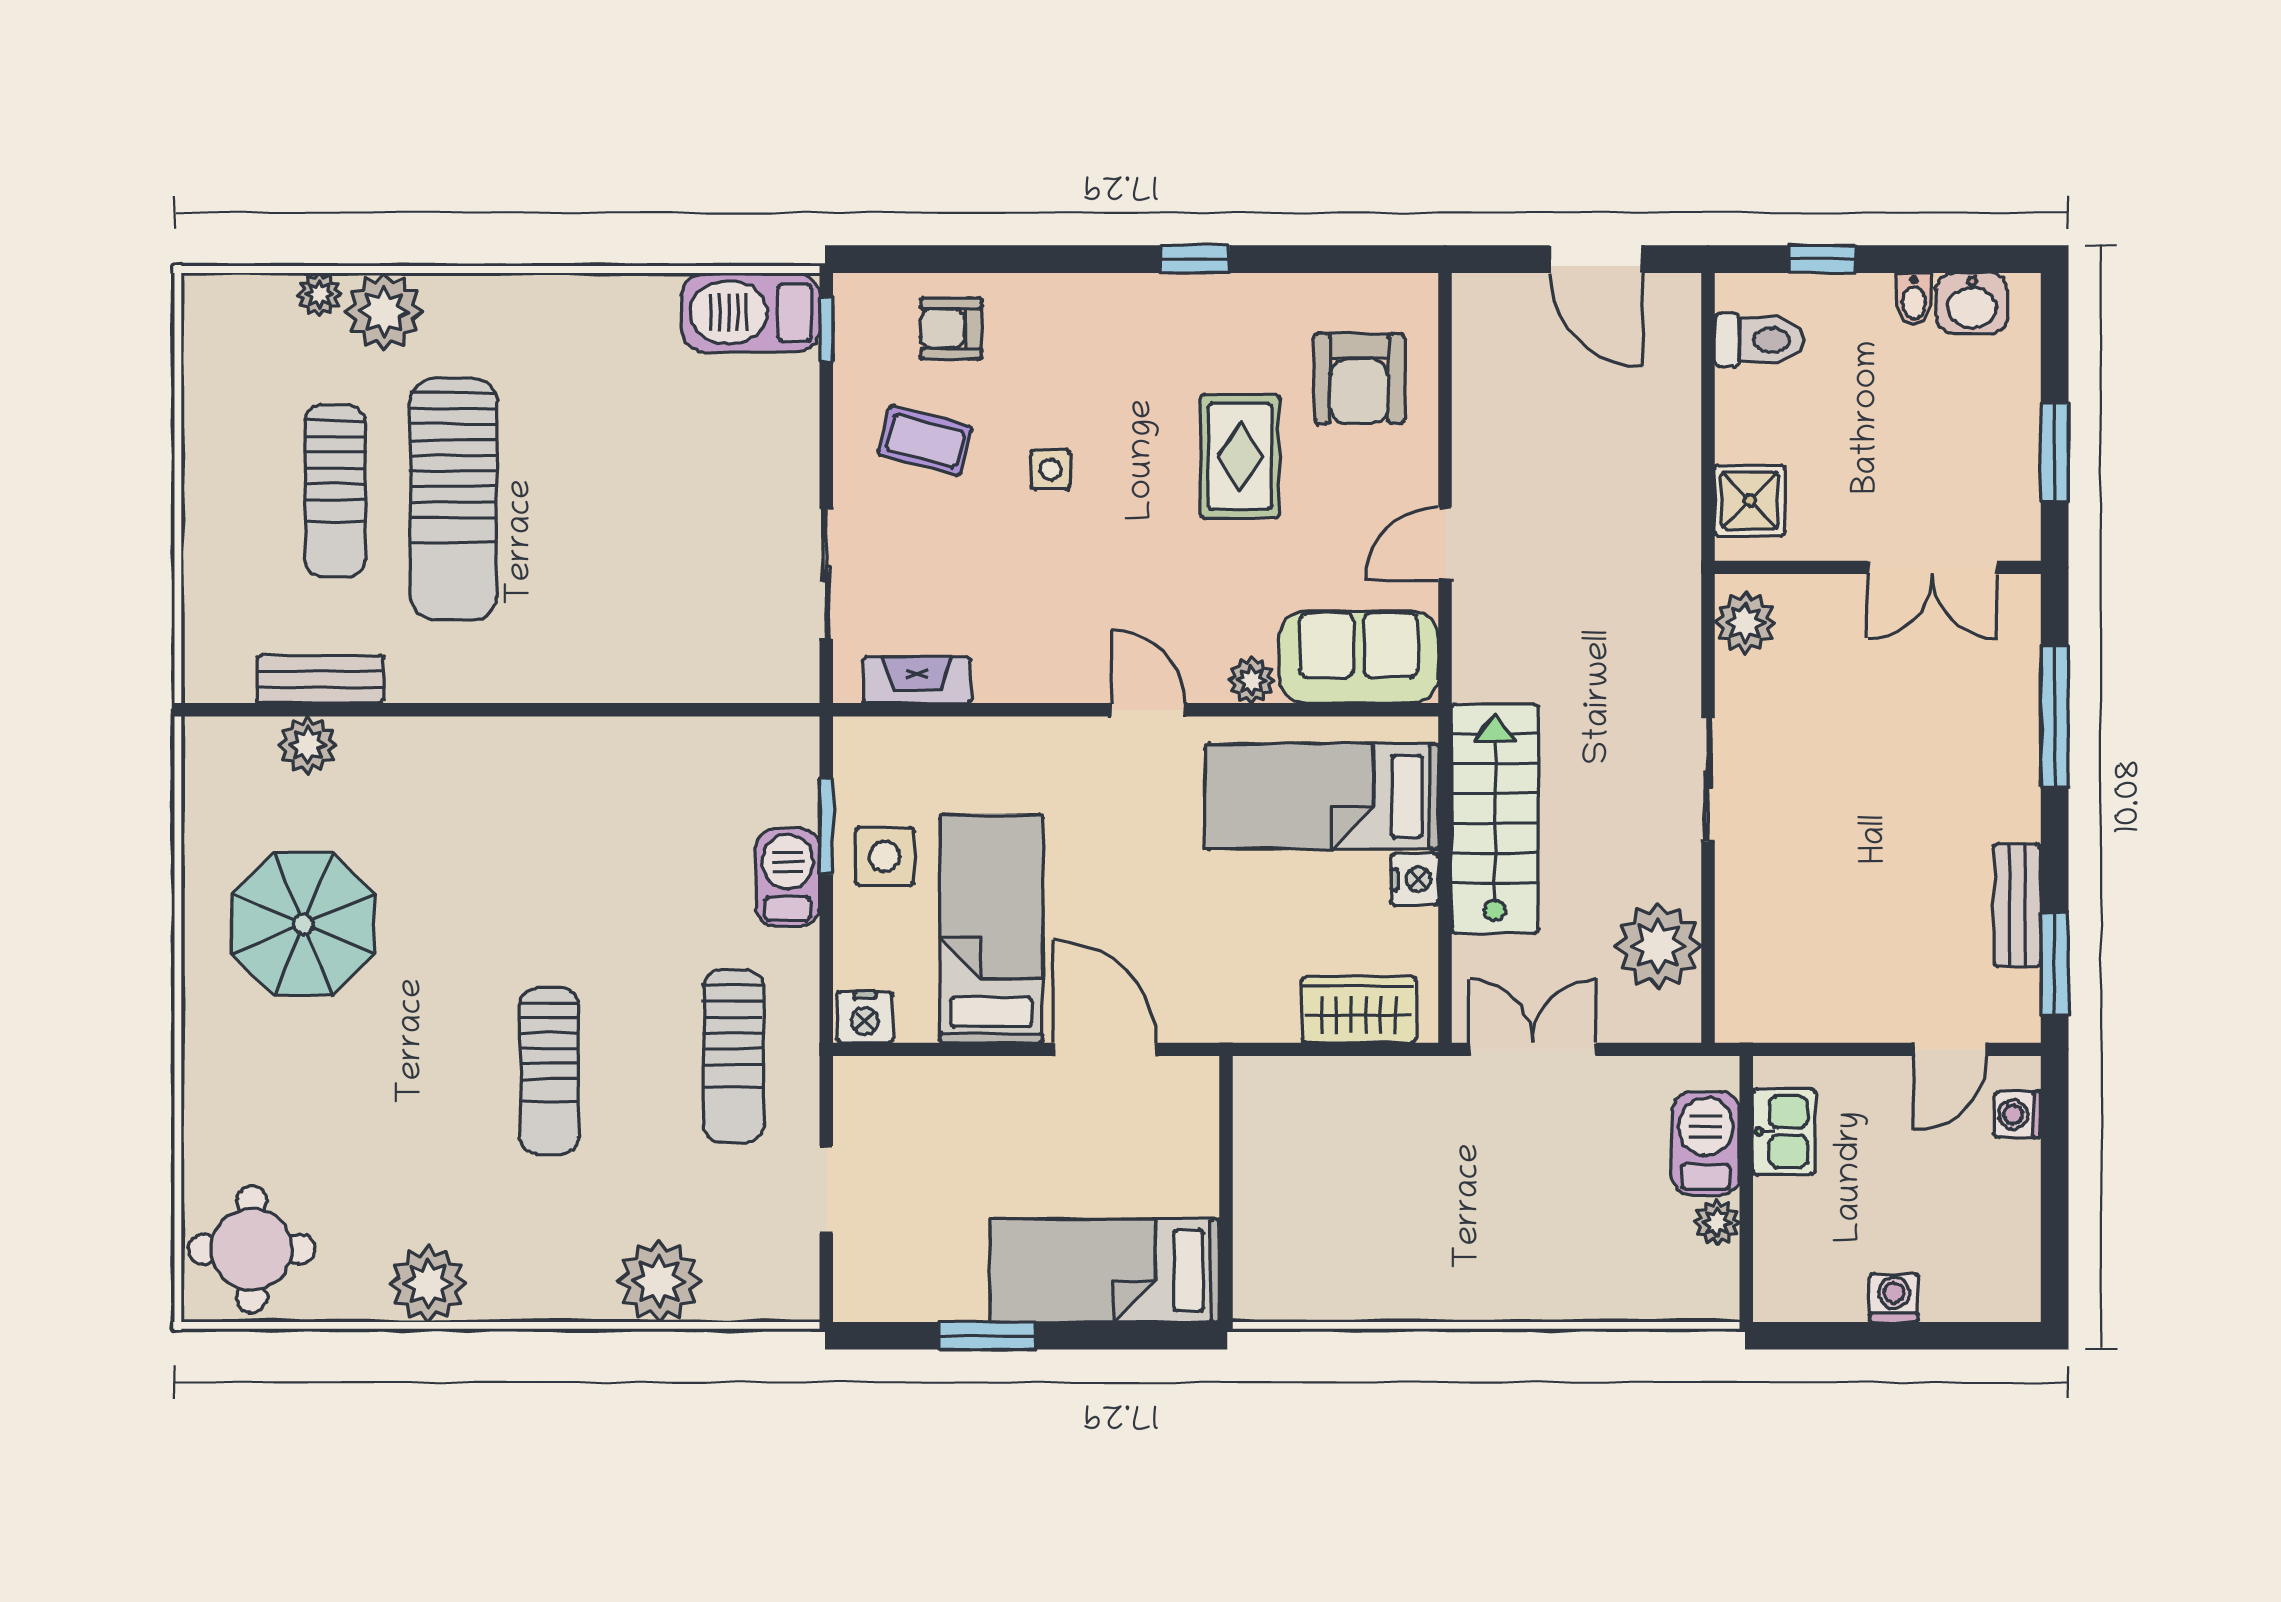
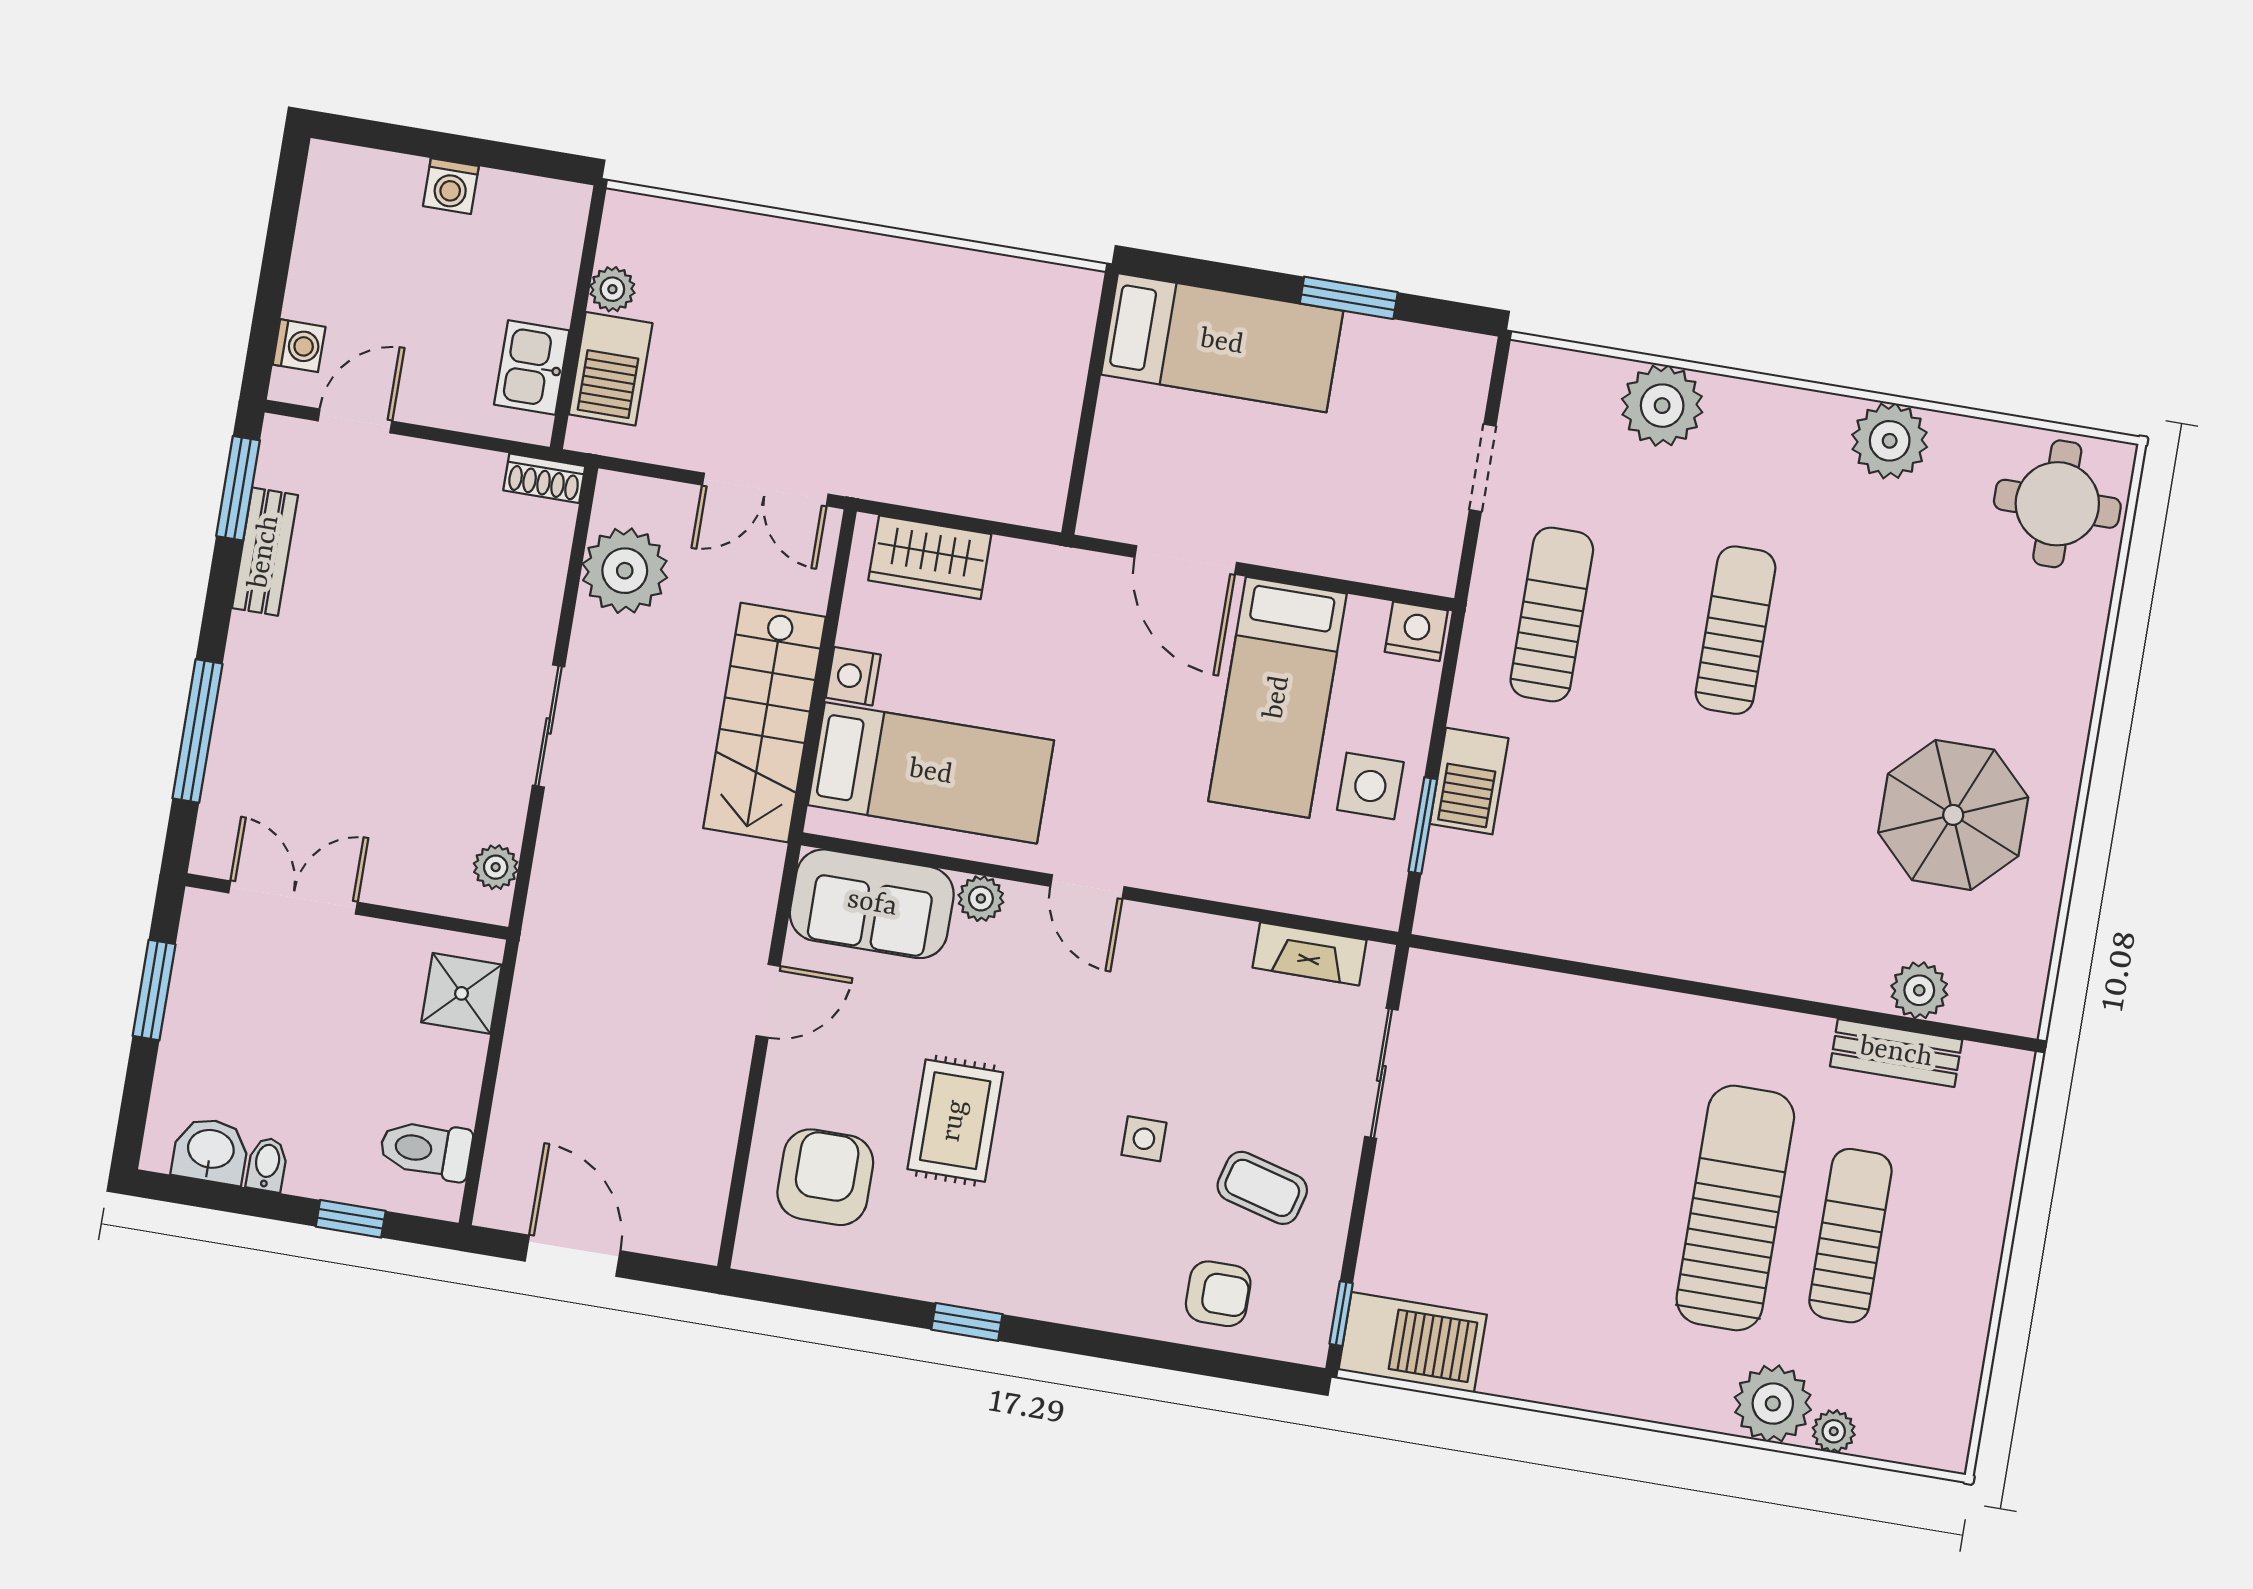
plant: (1745, 623) -> (496, 867), width x0.73, depth x0.73
shoe rack: (1753, 1024) -> (544, 478), added

